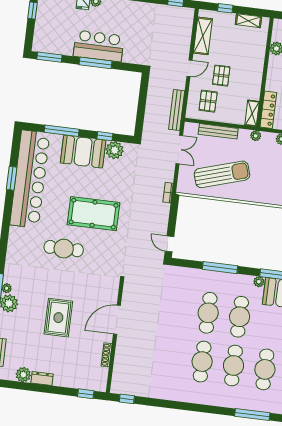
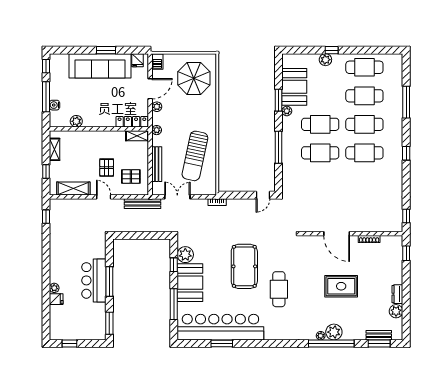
pallet: (221, 76) -> (107, 168), turned 90
sun lounger: (222, 174) -> (195, 156), turned -151
window: (196, 407) -> (406, 153), added

